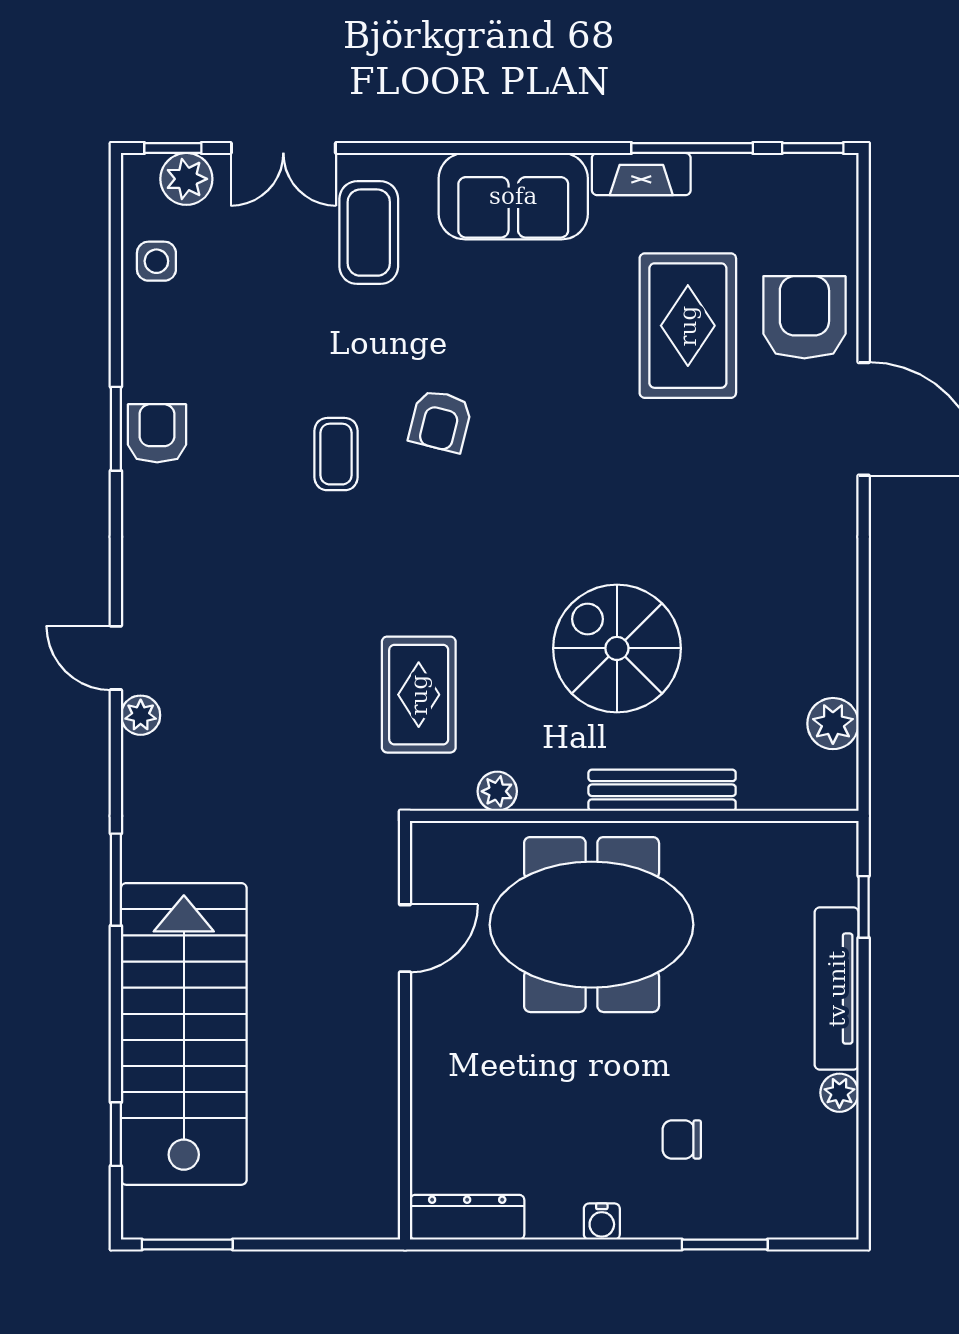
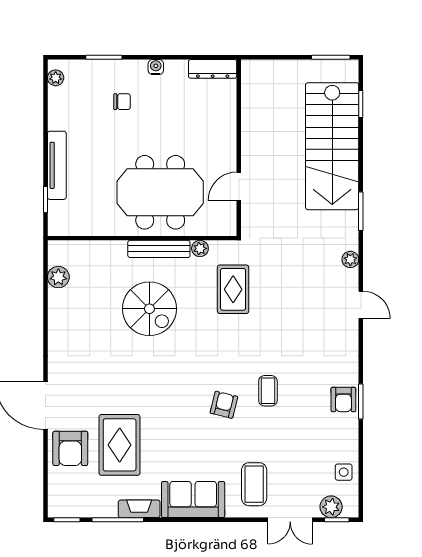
double door: (283, 148) -> (290, 520), swing flipped
plant: (141, 715) -> (350, 259), moved
bench: (662, 790) -> (159, 249), moved
plant: (839, 1093) -> (56, 78), moved

